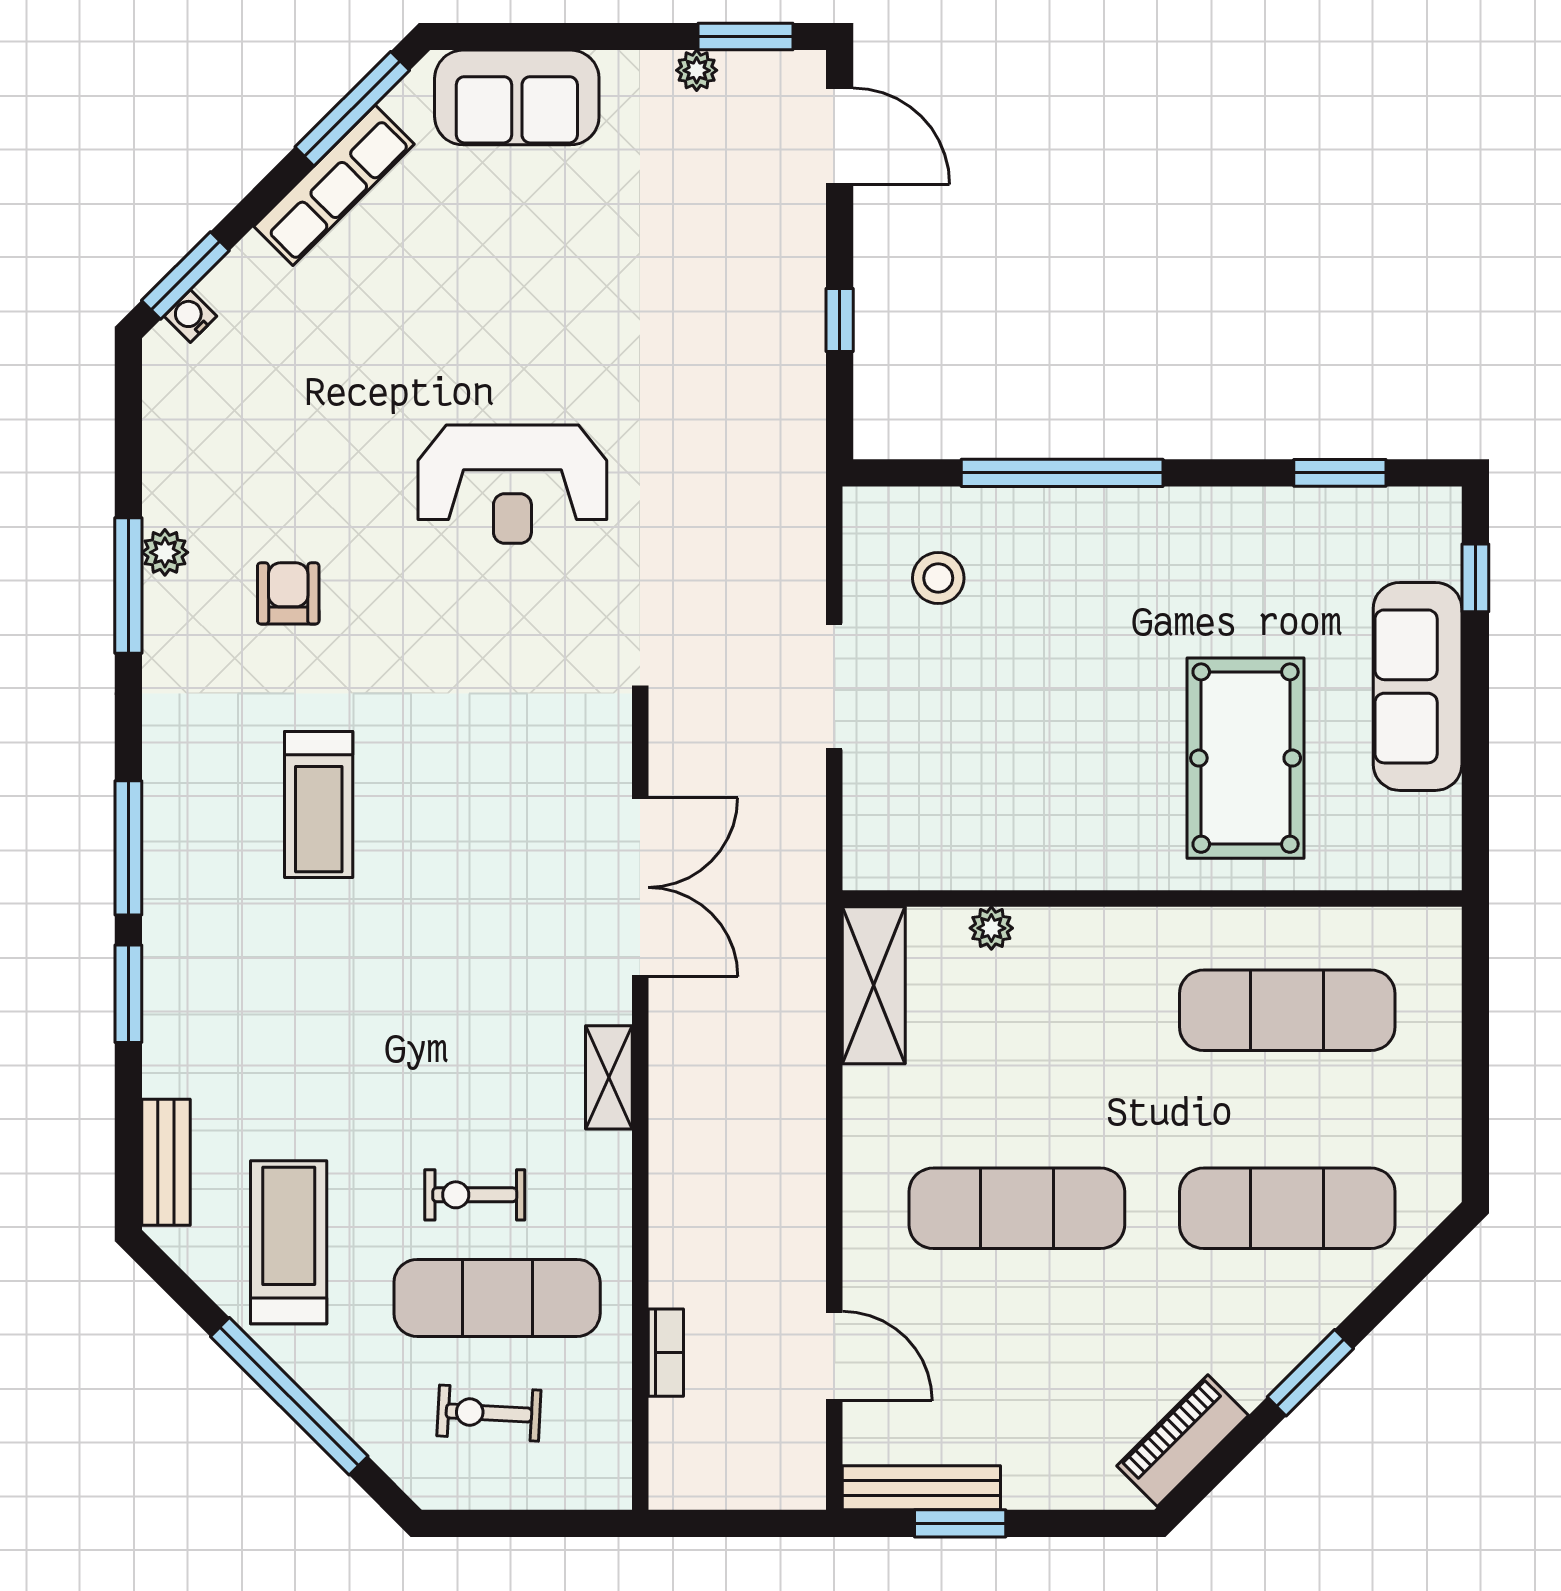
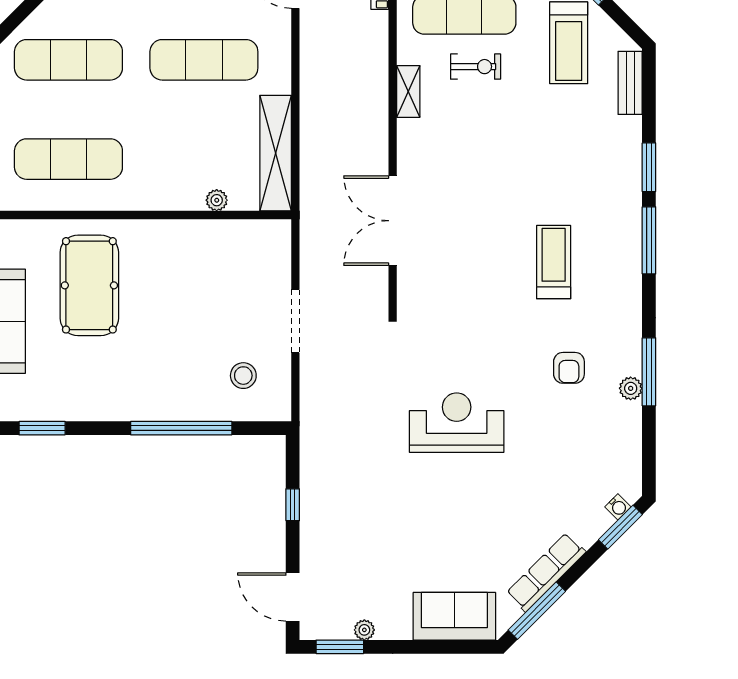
shelving: (874, 985) -> (276, 153), width x1.47
shelving: (609, 1077) -> (408, 91), moved

